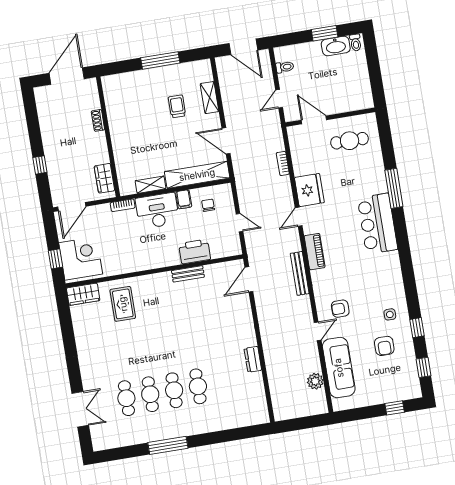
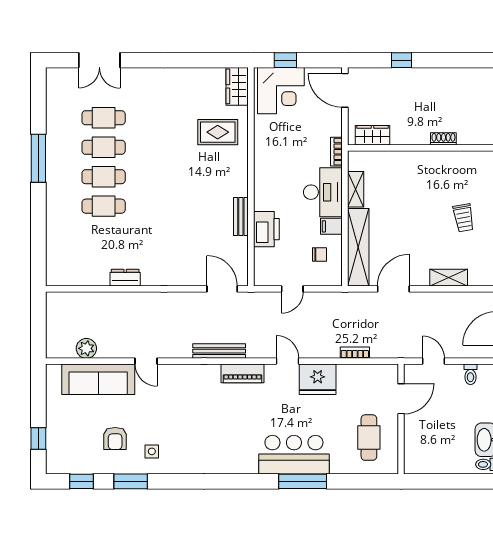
trolley: (177, 106) -> (464, 218), moved, turned 80
bar counter: (378, 224) -> (294, 455), moved
armchair: (340, 309) -> (169, 393), removed
window: (417, 328) -> (131, 481), width x1.50
armchair: (384, 346) -> (115, 438), turned -90

